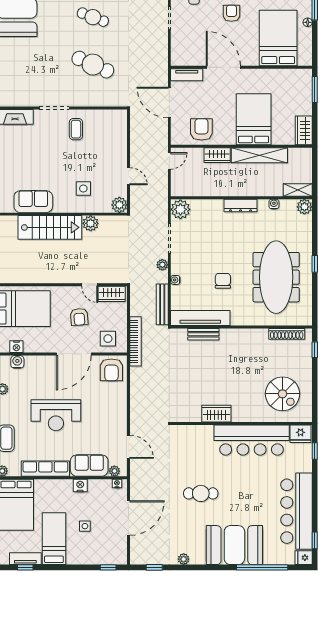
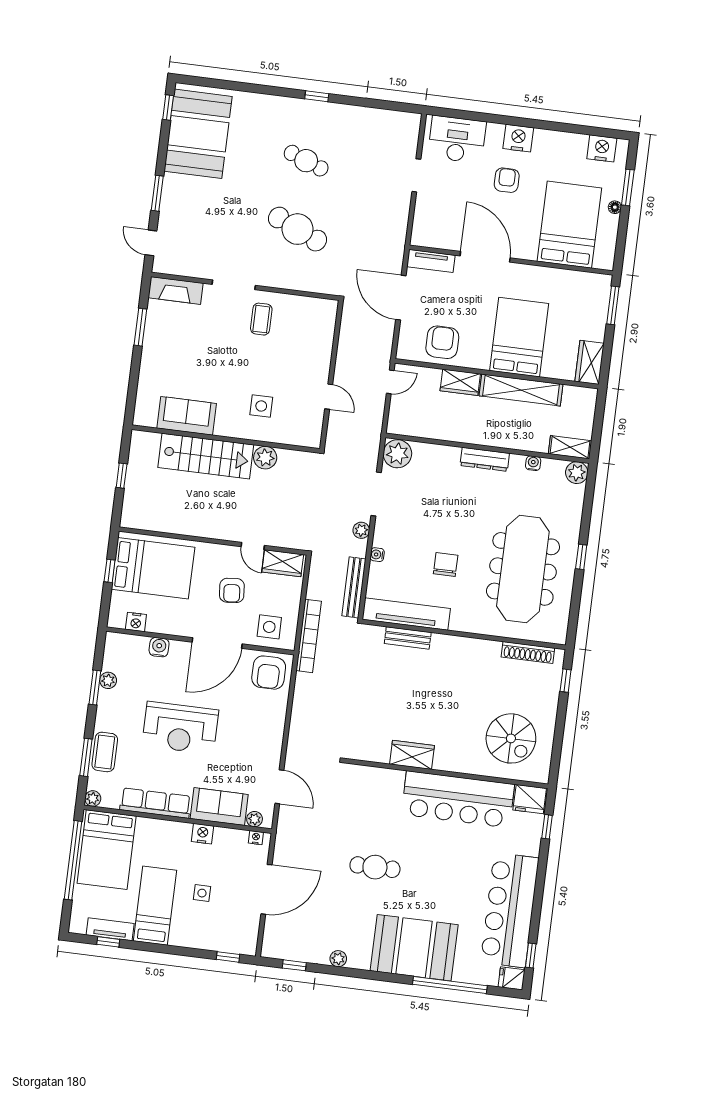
plant: (119, 205) -> (310, 436), removed
water cooler: (17, 362) -> (159, 647), moved

